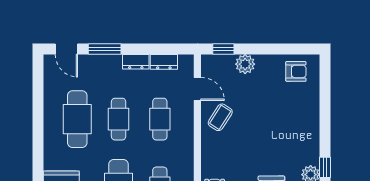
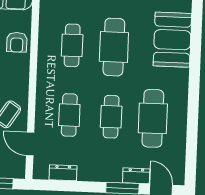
dresser: (136, 62) -> (136, 176), moved

